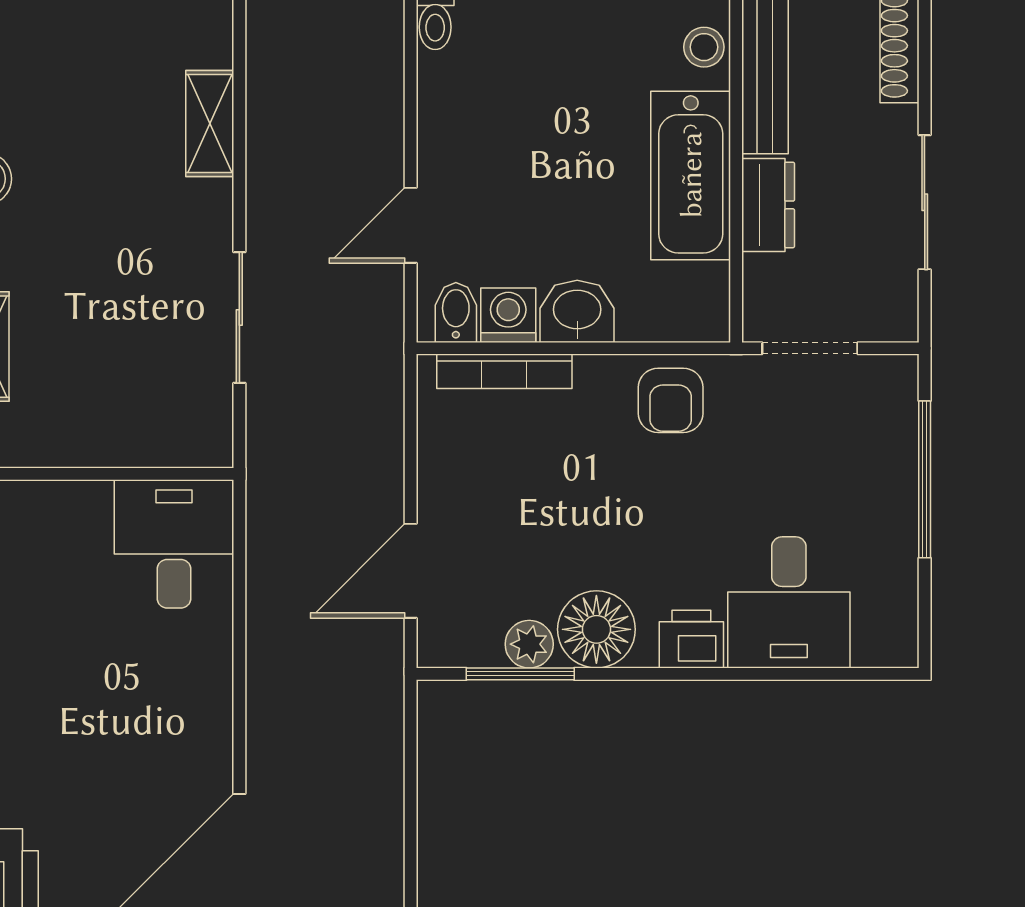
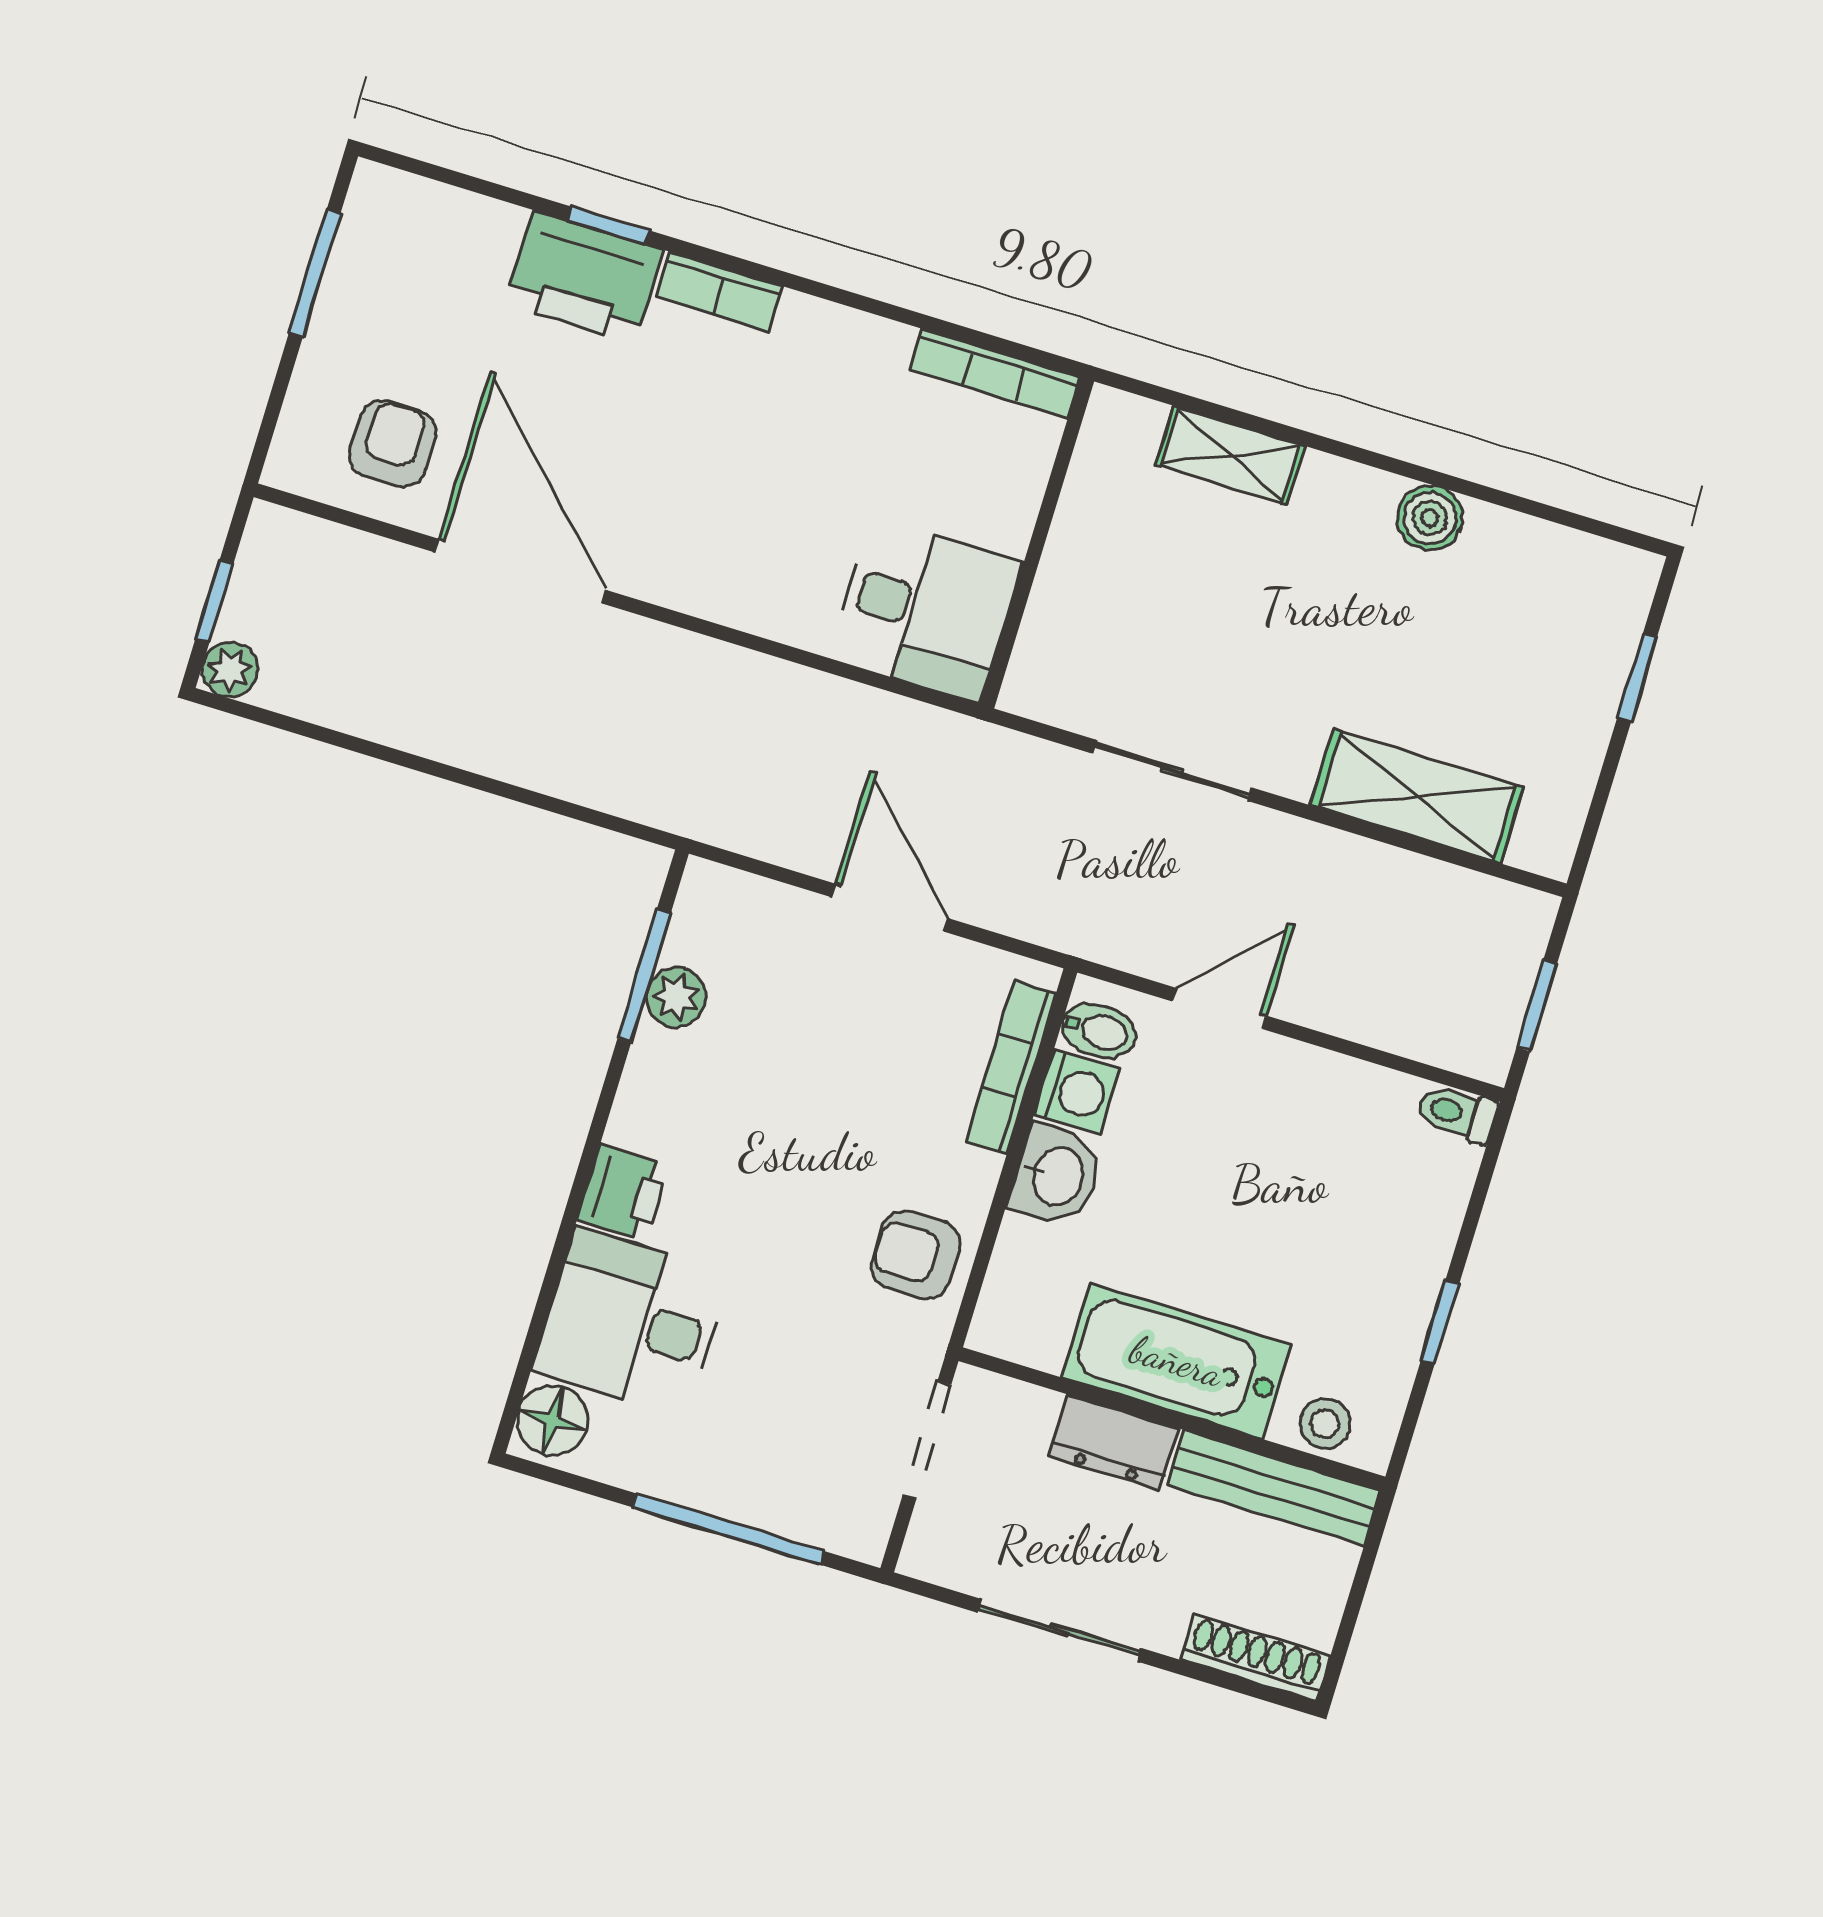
shelving: (210, 123) -> (1417, 796), width x1.50, depth x1.33
door: (411, 225) -> (1219, 1008), hinge flipped
door: (411, 571) -> (890, 908), moved
floor lamp: (596, 629) -> (552, 1420), moved, width x0.73, depth x0.73

